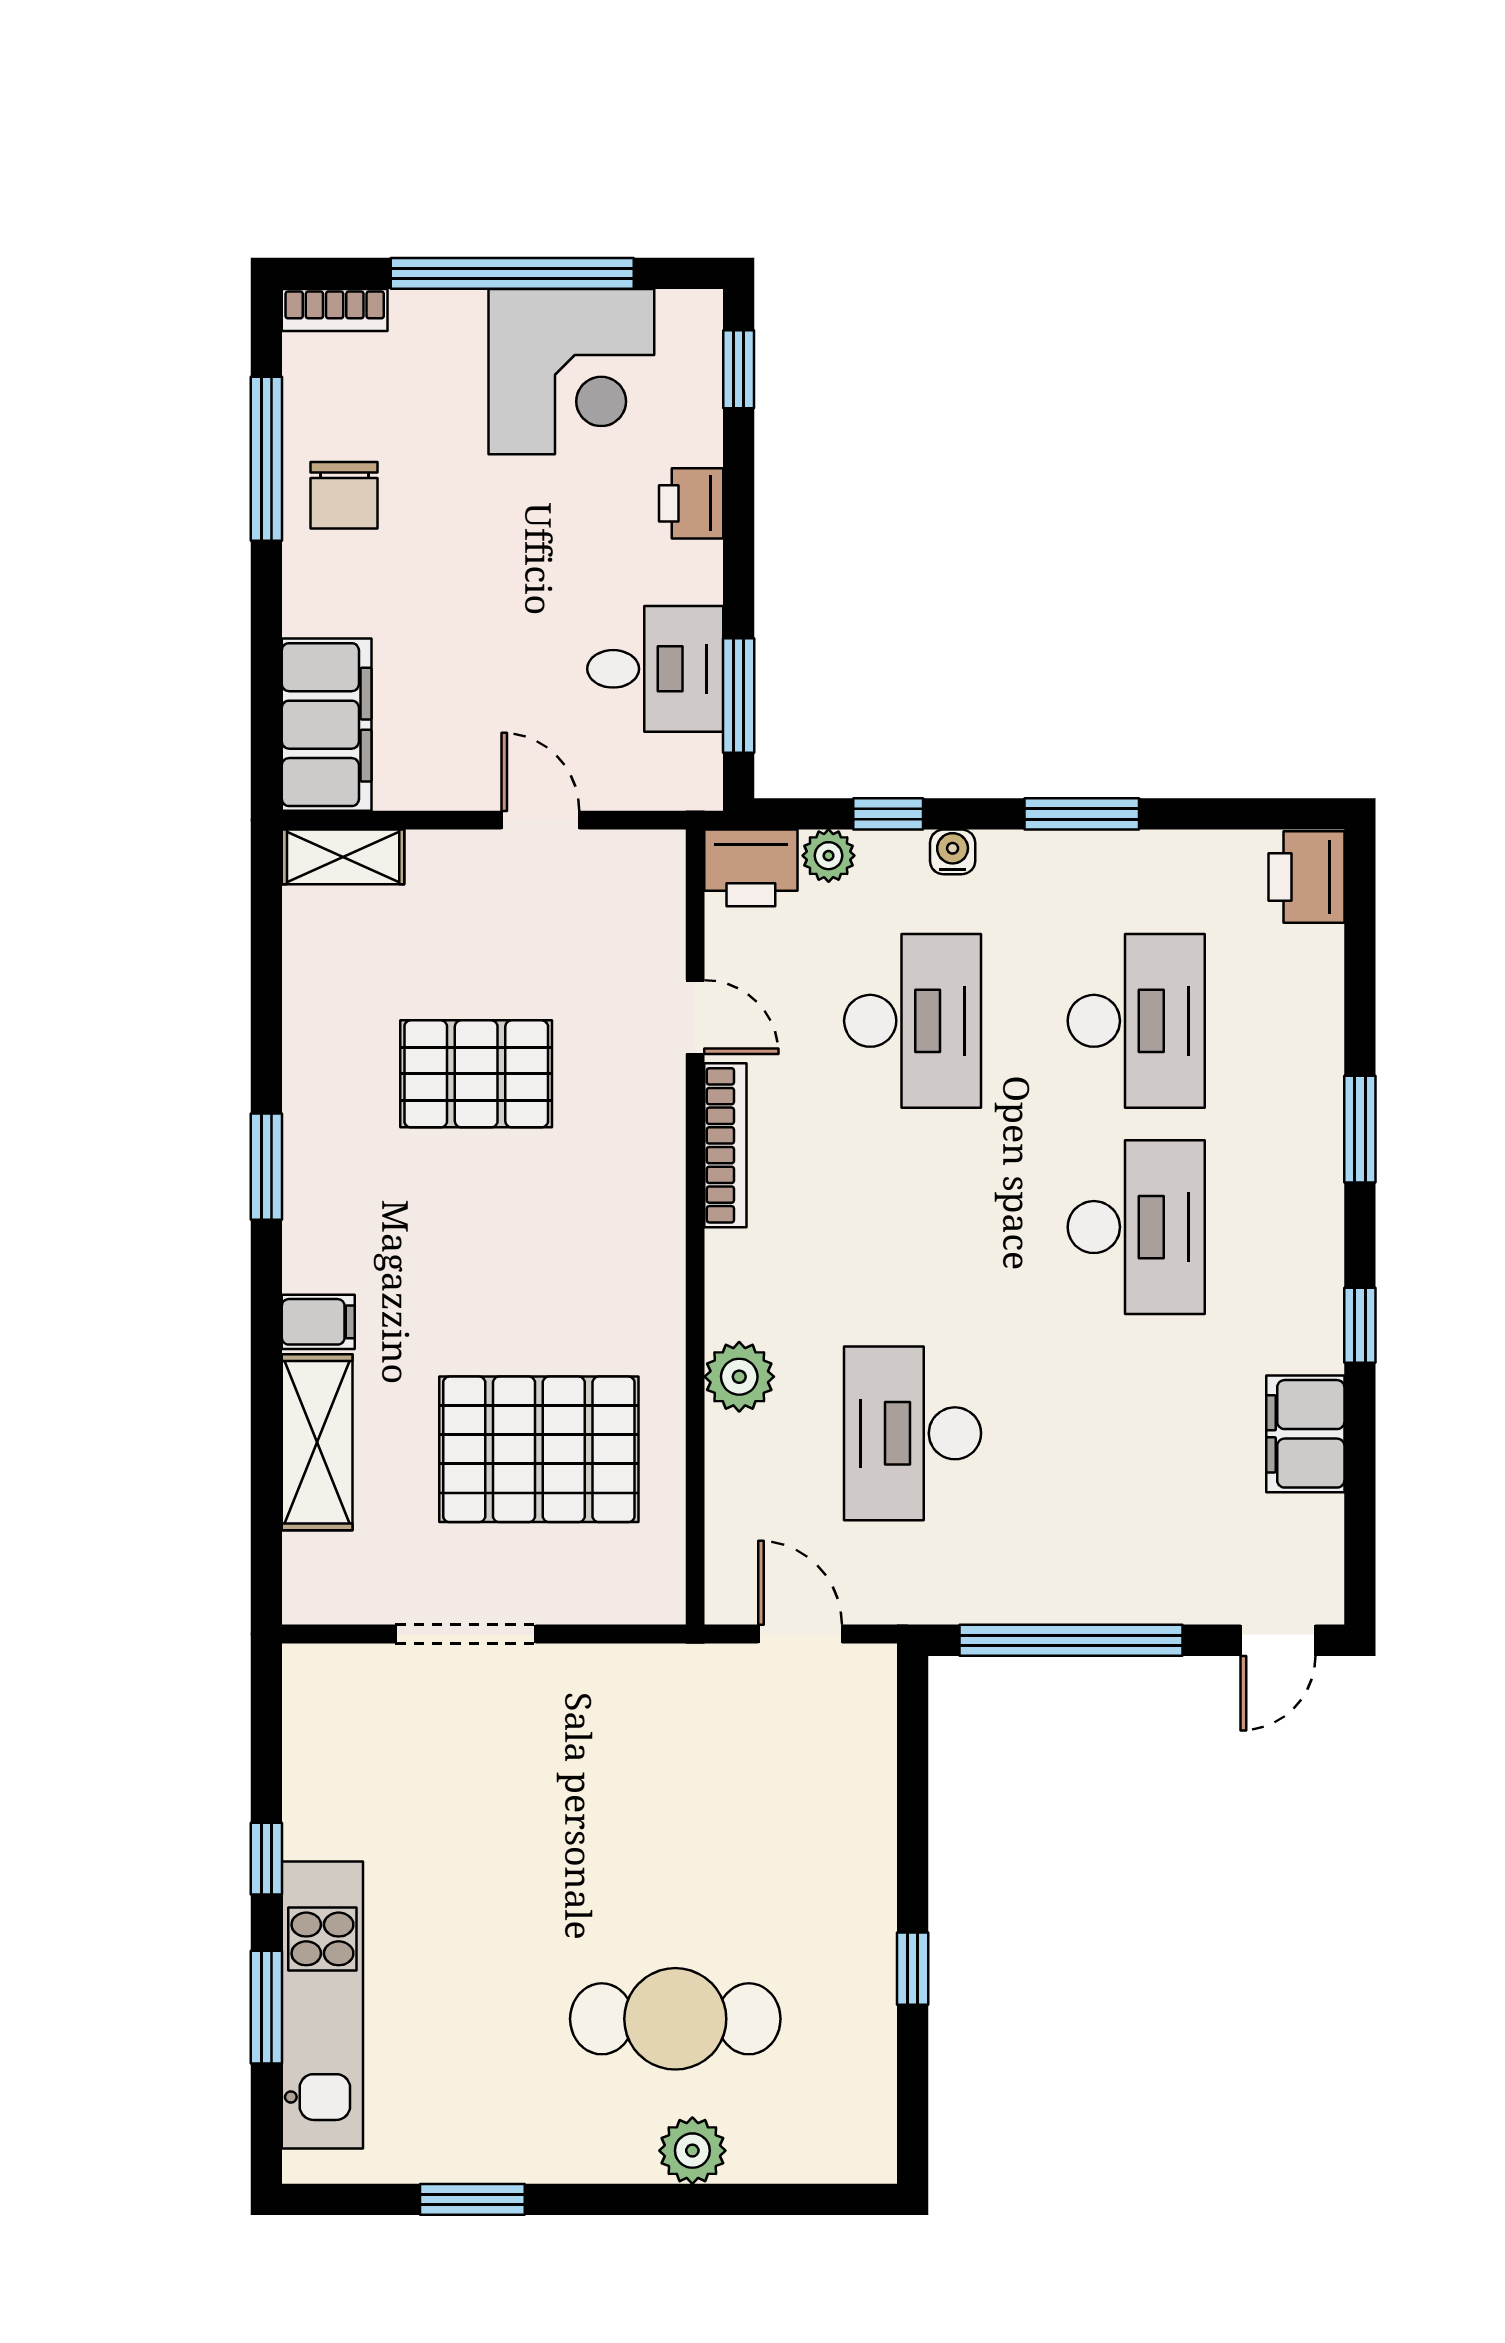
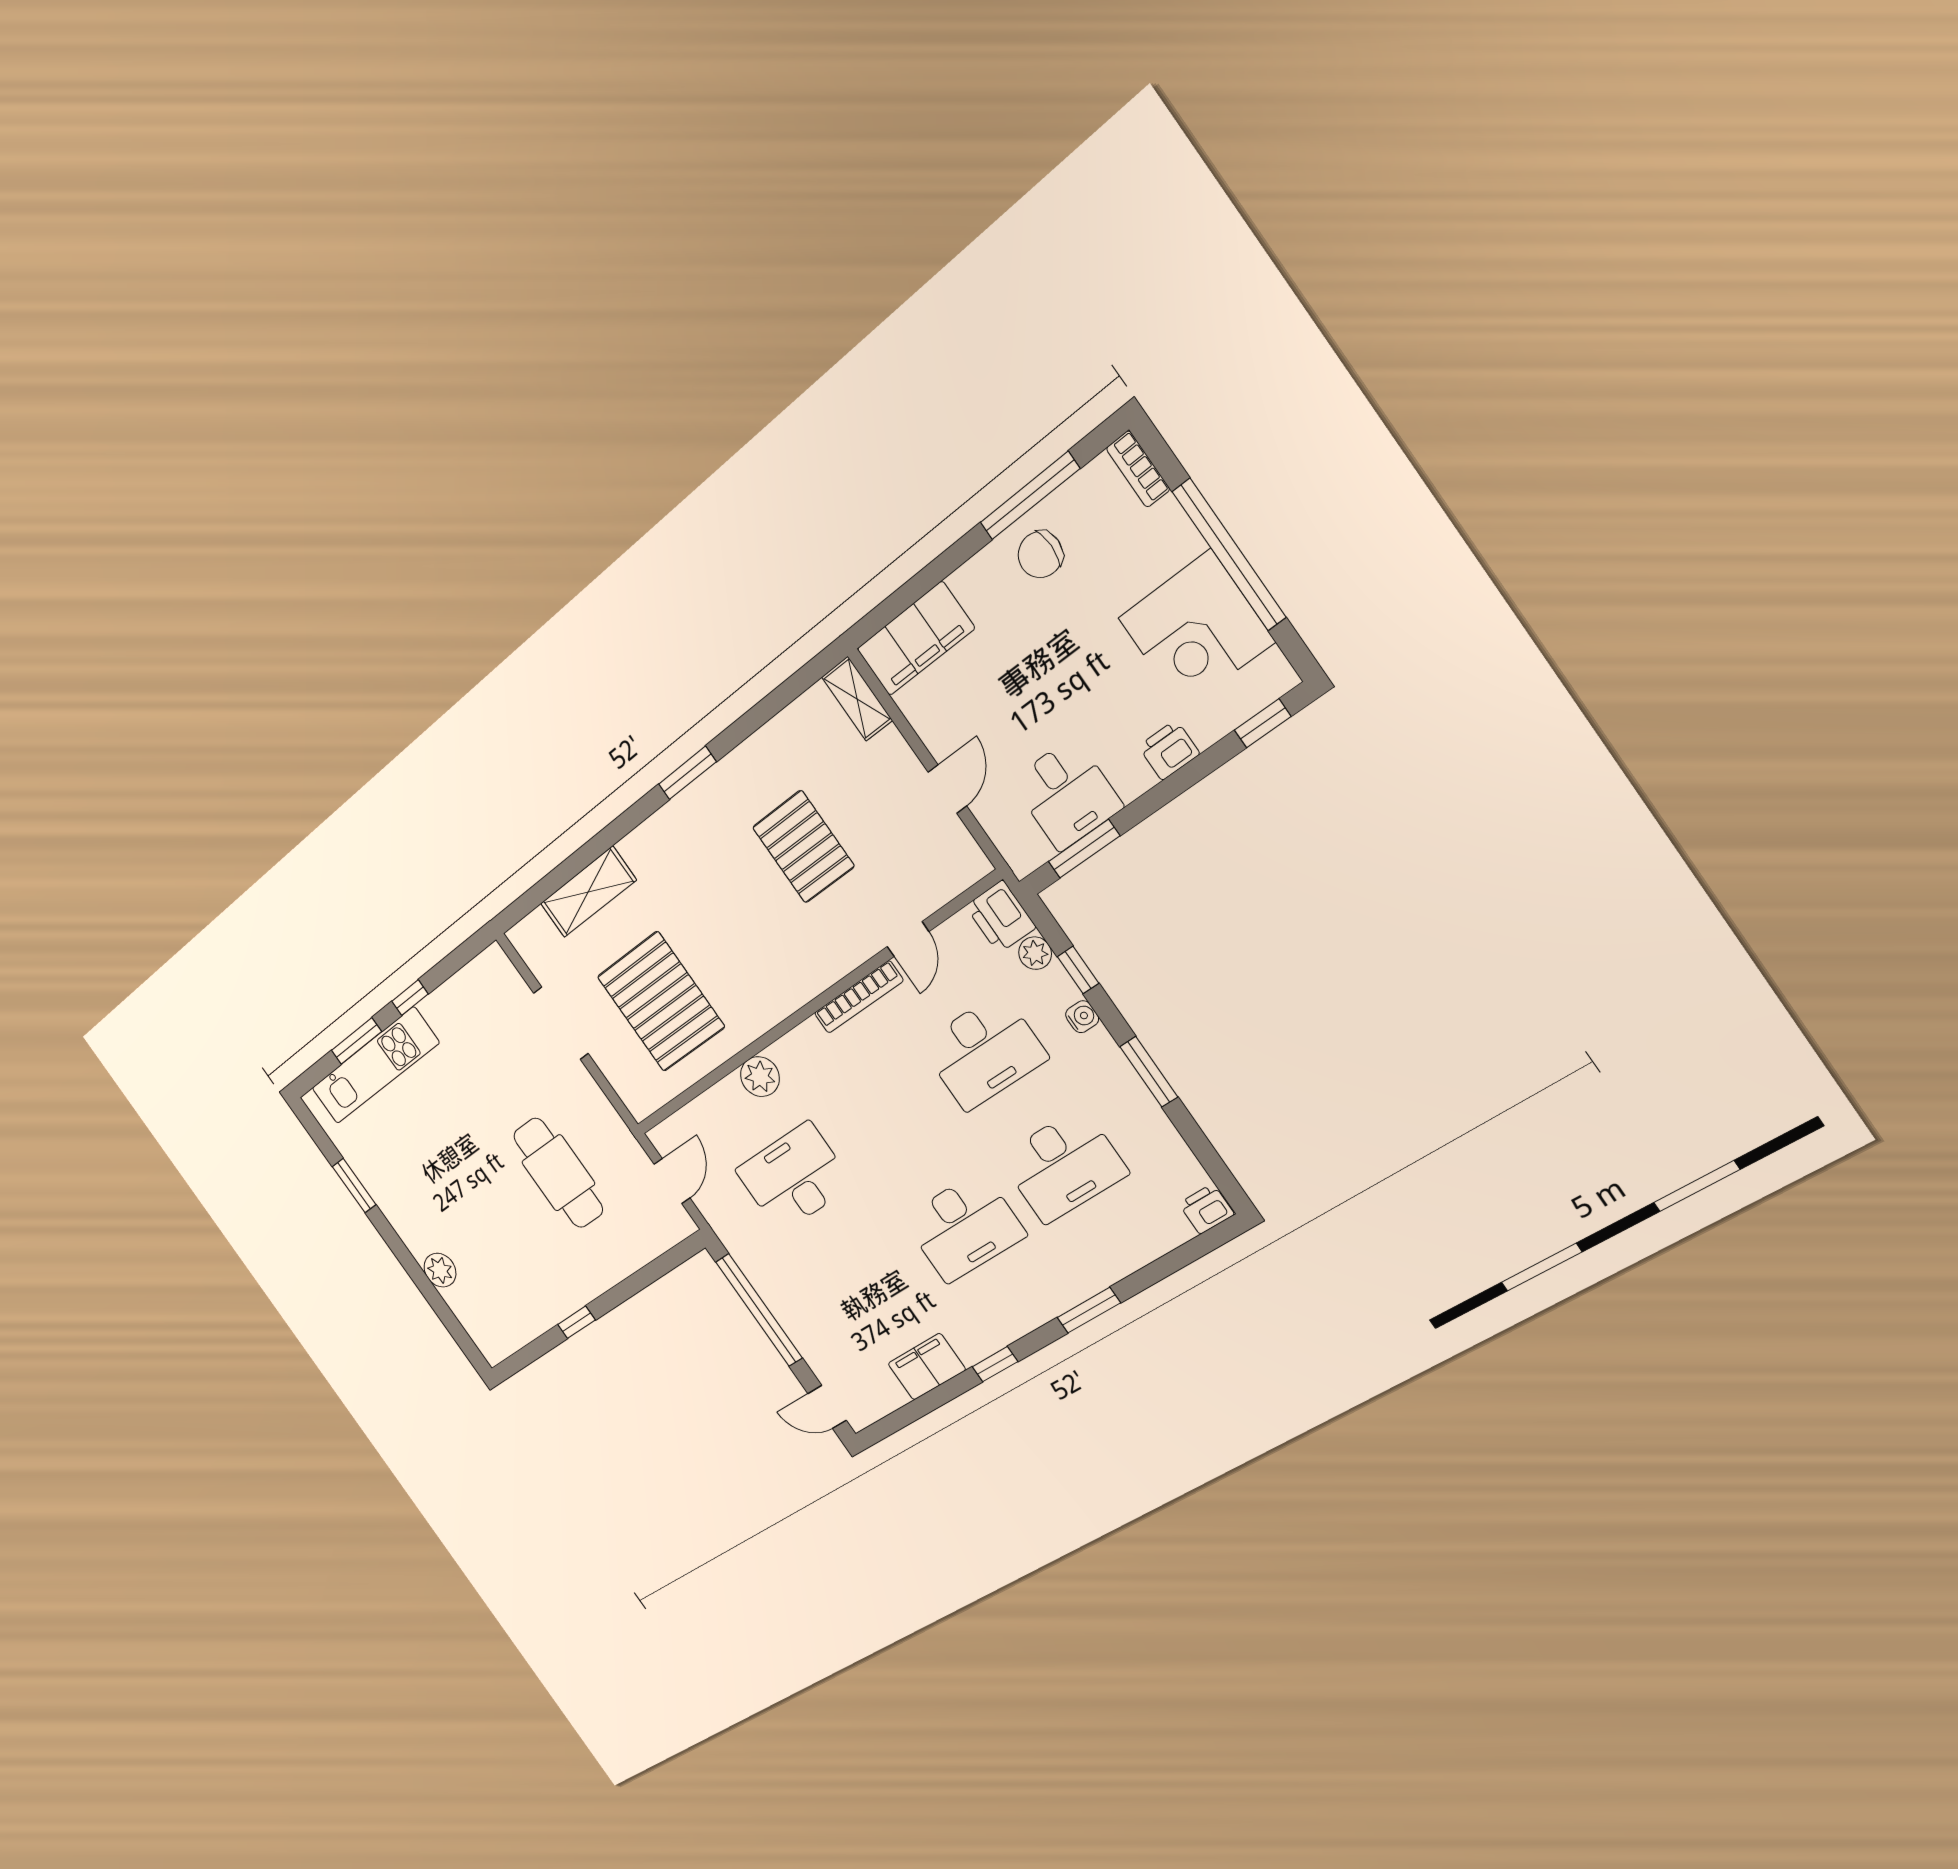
printer: (1306, 877) -> (1206, 1209), width x0.73, depth x0.81
filing cabinet: (318, 1322) -> (639, 852), removed
cafe table: (675, 2019) -> (558, 1173), moved

